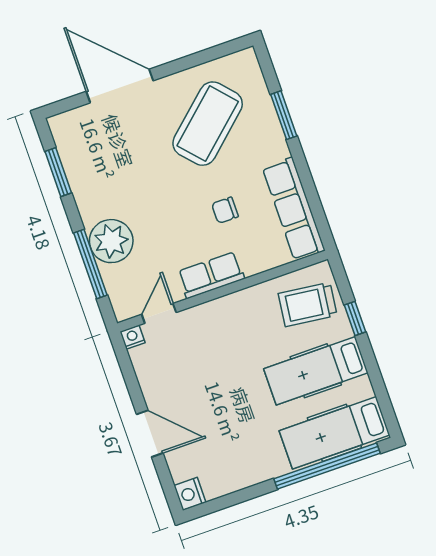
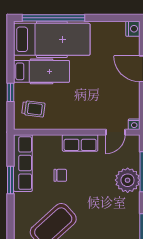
window: (284, 115) -> (11, 180), moved
trolley: (308, 304) -> (33, 109), width x0.73, depth x0.72
hospital bed: (334, 433) -> (52, 39), width x1.37, depth x1.29

